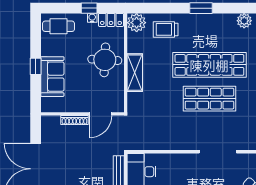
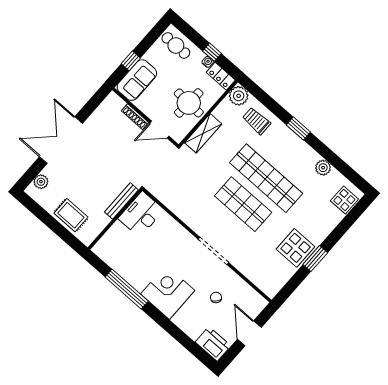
wall: (82, 114) -> (145, 117), moved
door: (100, 114) -> (159, 129), moved
shoe rack: (74, 120) -> (135, 117), moved

